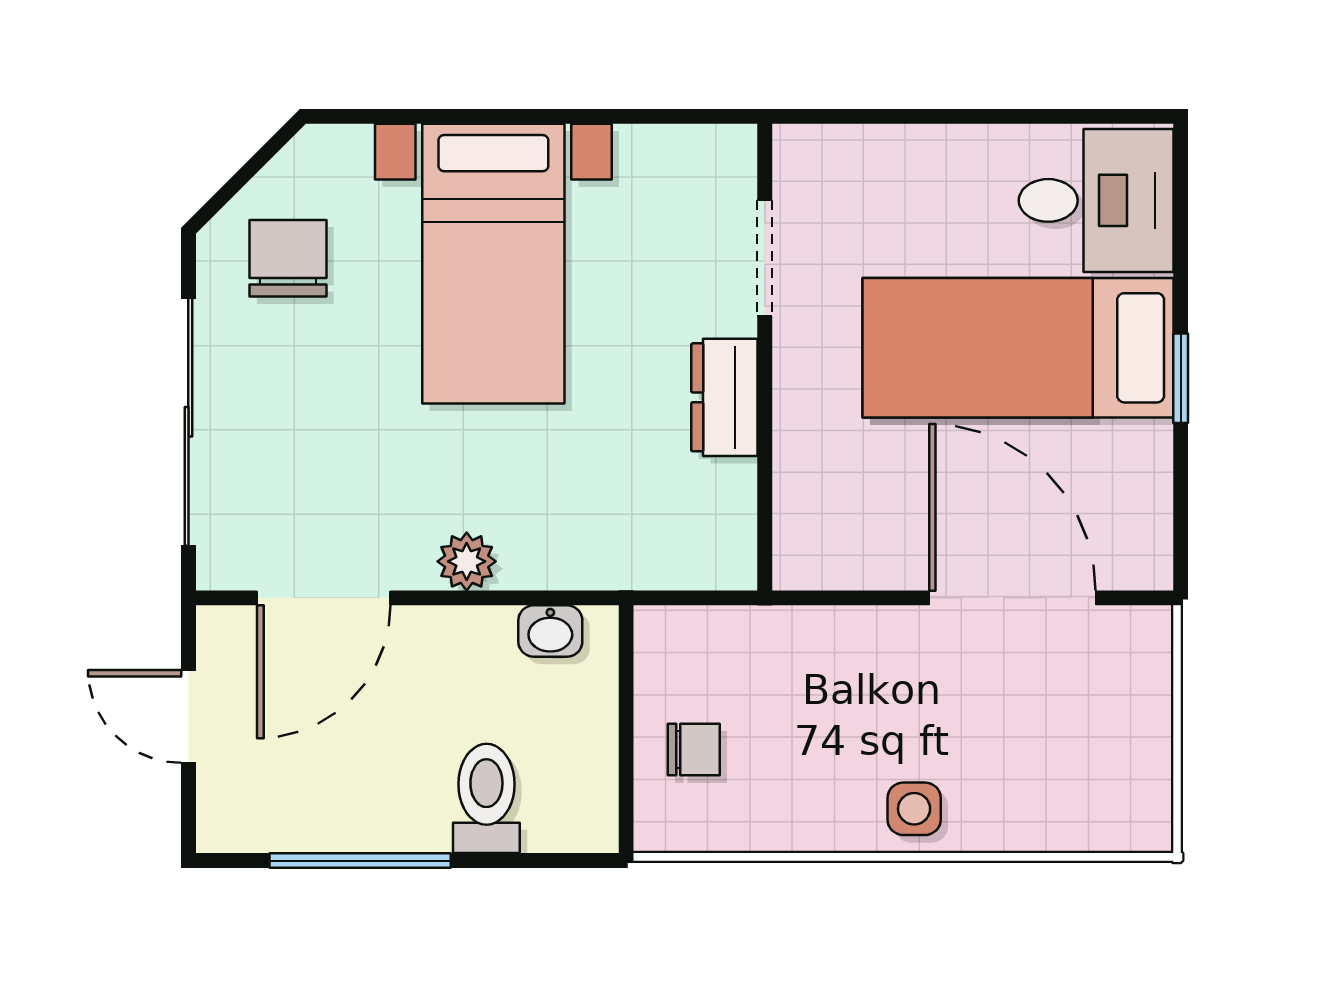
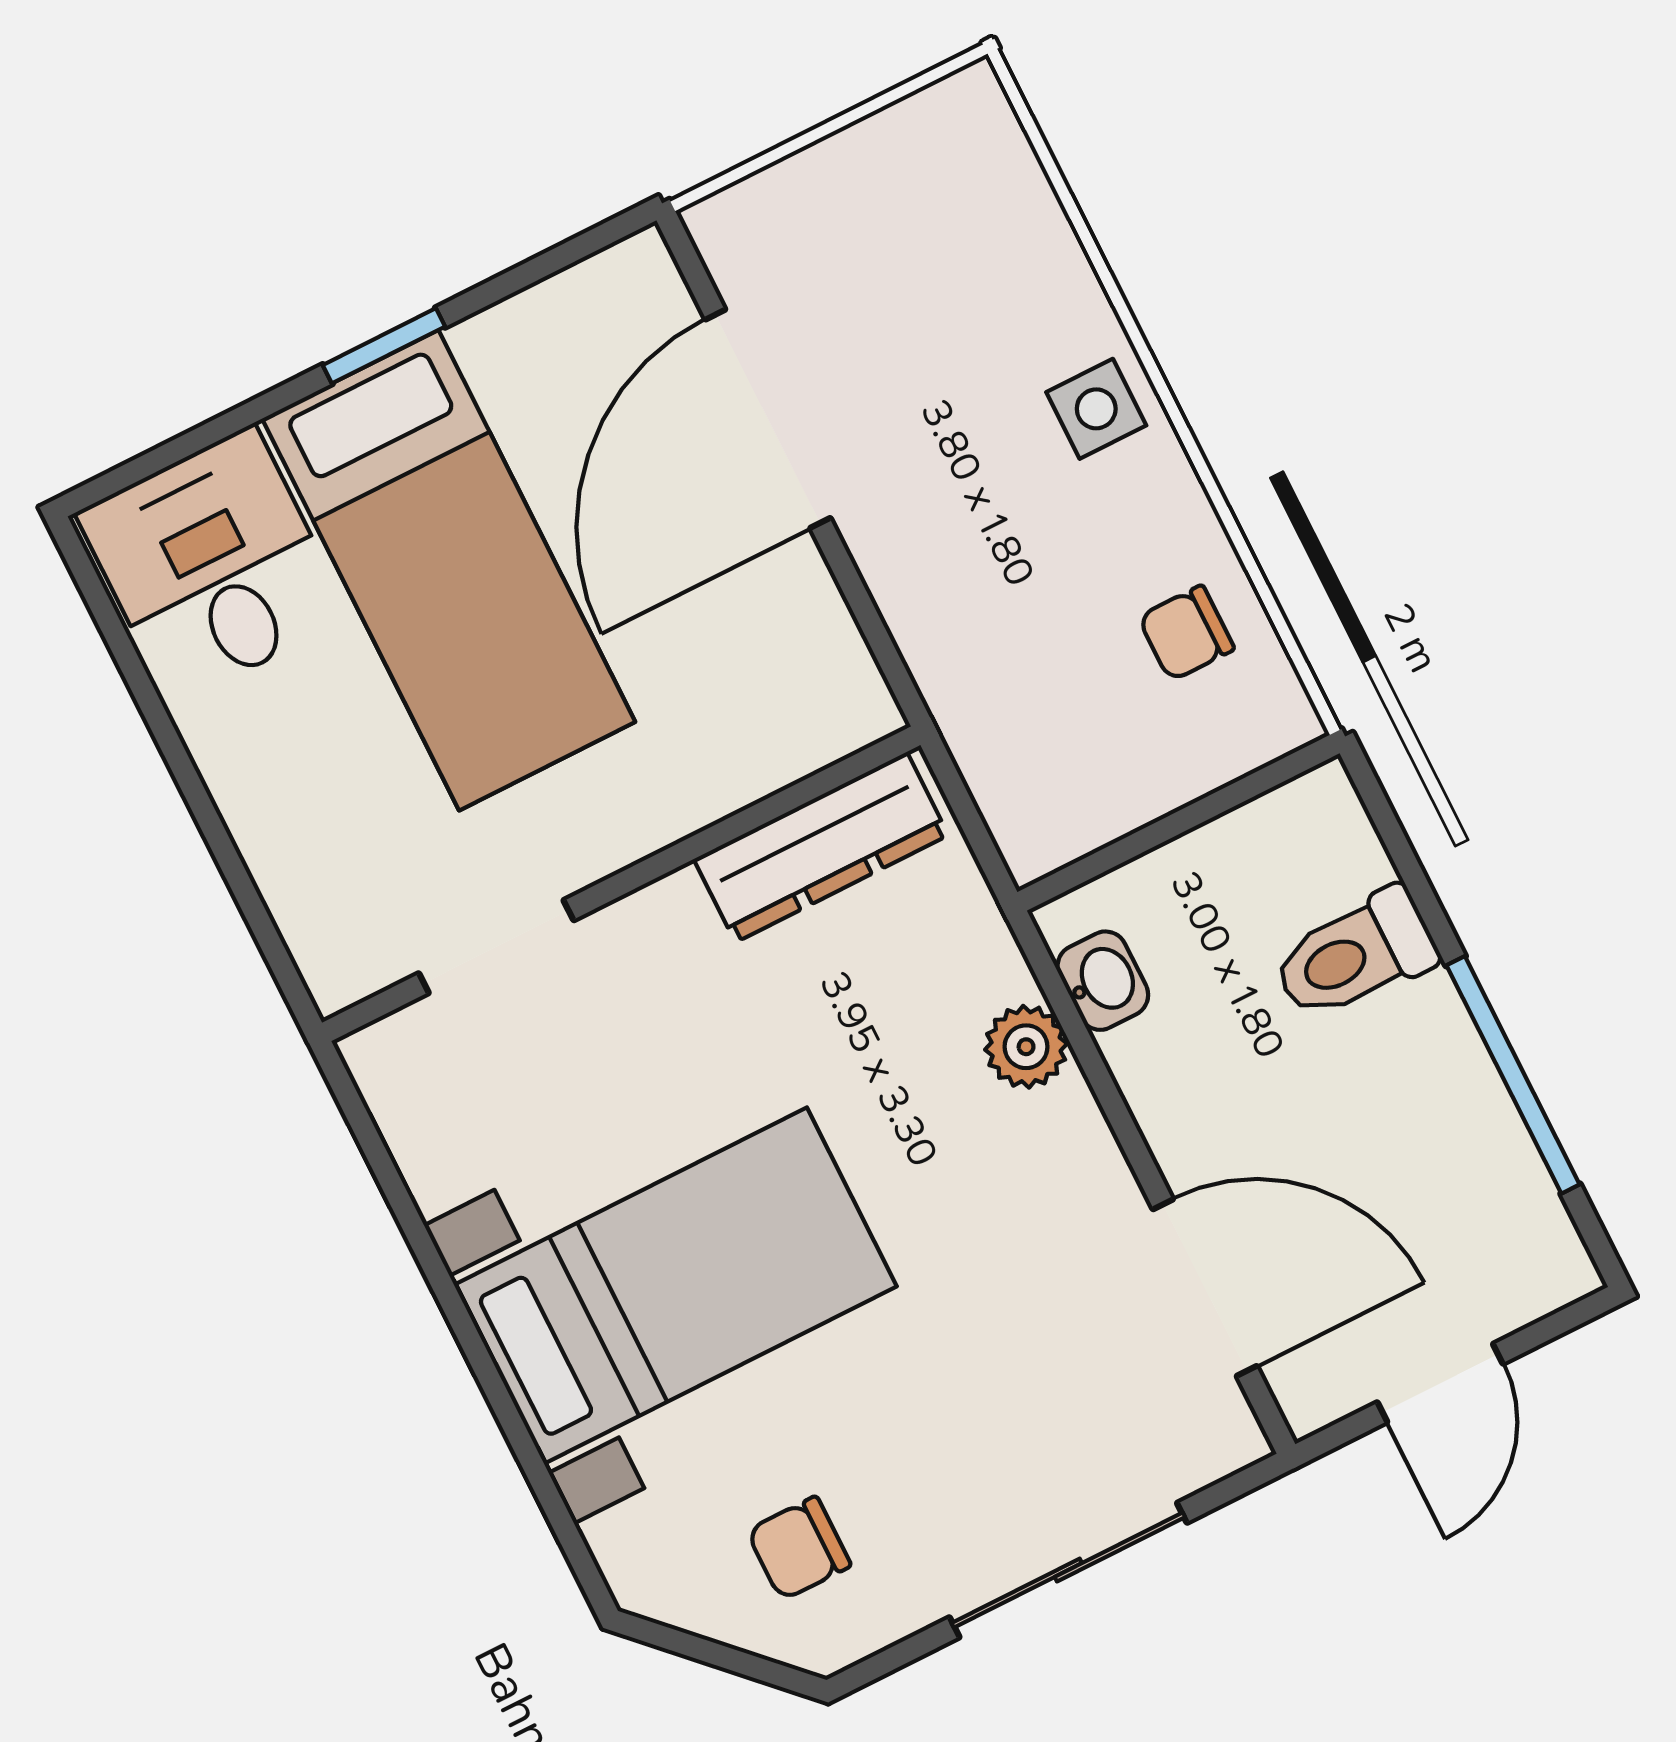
chair: (288, 258) -> (799, 1548), width x0.73, depth x0.73
dresser: (724, 397) -> (821, 847), moved, width x1.44
sliding door: (188, 422) -> (1068, 1570), width x0.73
plant: (467, 561) -> (1026, 1047), moved
chair: (694, 750) -> (1186, 633), moved, turned -90

